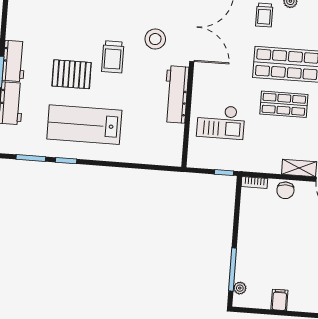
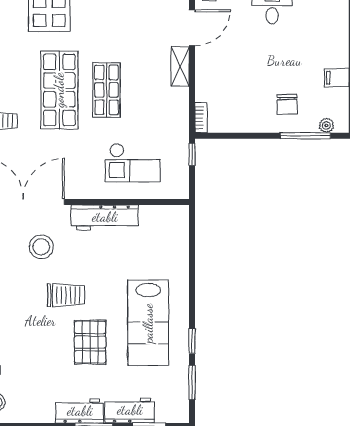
checkout: (221, 122) -> (133, 163), turned 90
chair: (285, 190) -> (287, 104), moved, turned 88

